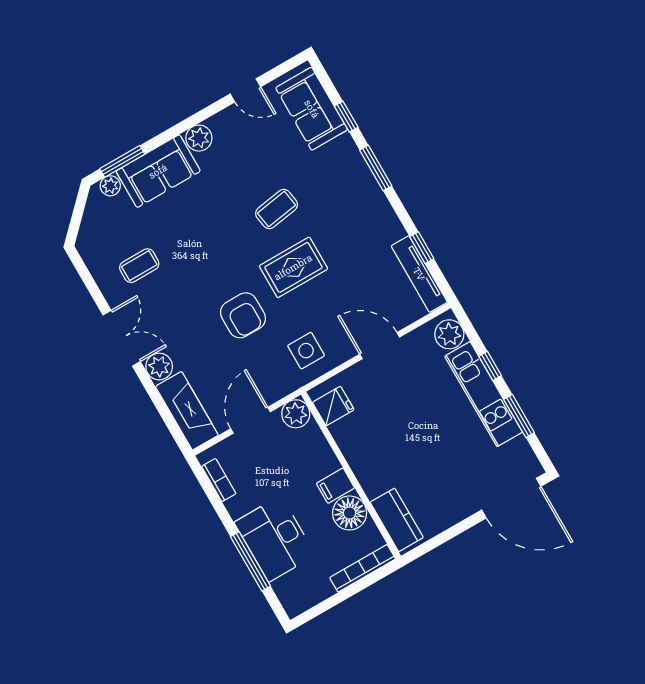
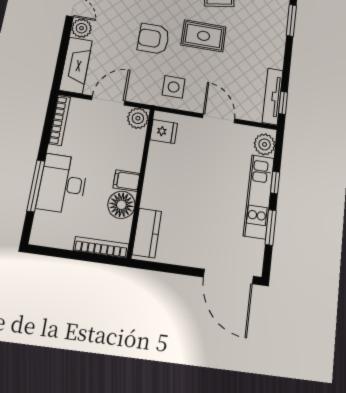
window: (422, 248) -> (283, 103), moved
armchair: (243, 315) -> (153, 39), turned 90
bookcase: (219, 480) -> (59, 120), width x1.56

